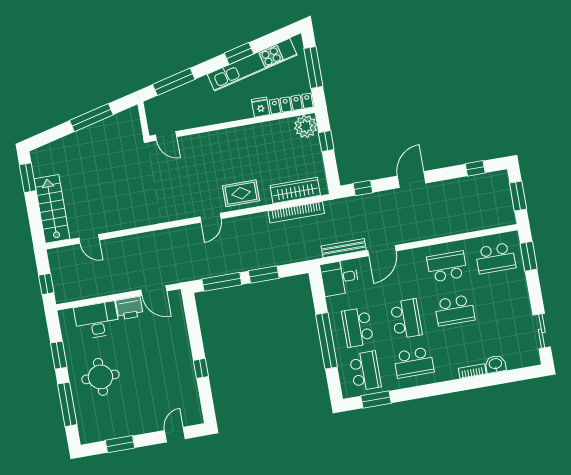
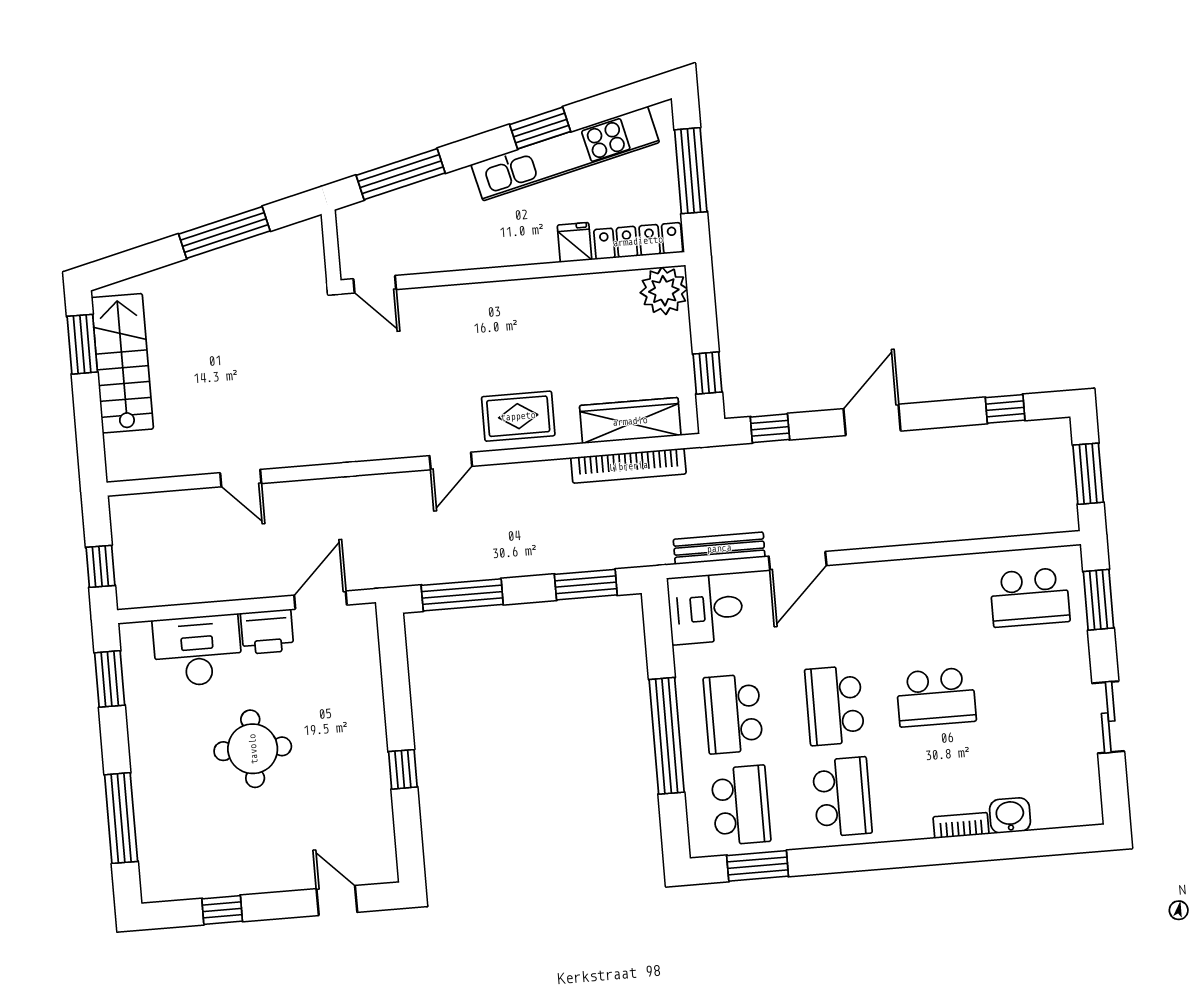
window: (326, 141) -> (707, 373), moved
stairs: (52, 209) -> (122, 363), moved
door: (89, 239) -> (241, 478), moved
school desk: (447, 267) -> (928, 606), removed
window: (264, 274) -> (586, 585), moved
door: (154, 291) -> (320, 600), swing flipped
school desk: (406, 319) -> (835, 705), turned 180
sliding door: (542, 331) -> (1108, 717), moved
window: (59, 355) -> (110, 679), moved
school desk: (414, 362) -> (842, 797), turned -90
round table: (100, 377) -> (253, 749), moved
door: (175, 435) -> (337, 901), hinge flipped
window: (120, 444) -> (222, 910), width x0.67

